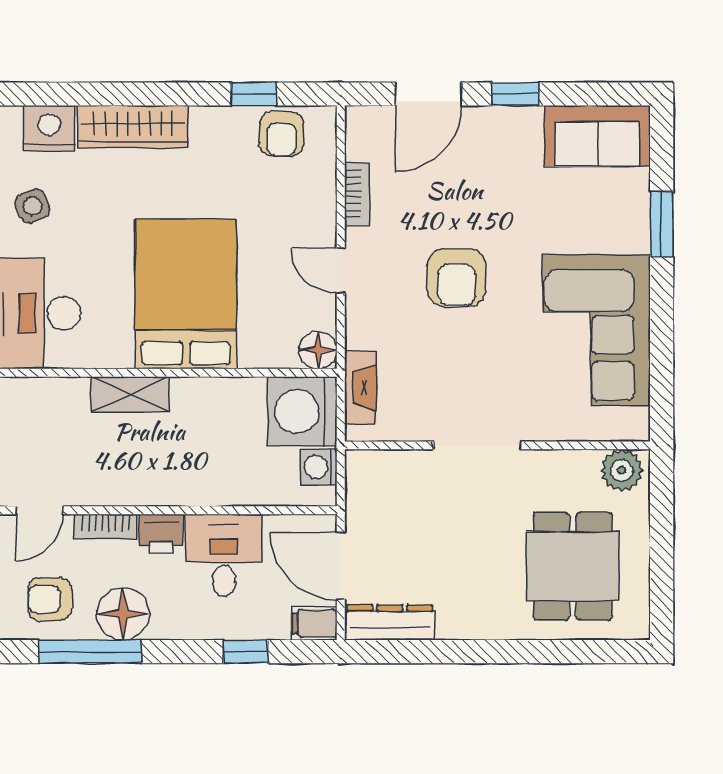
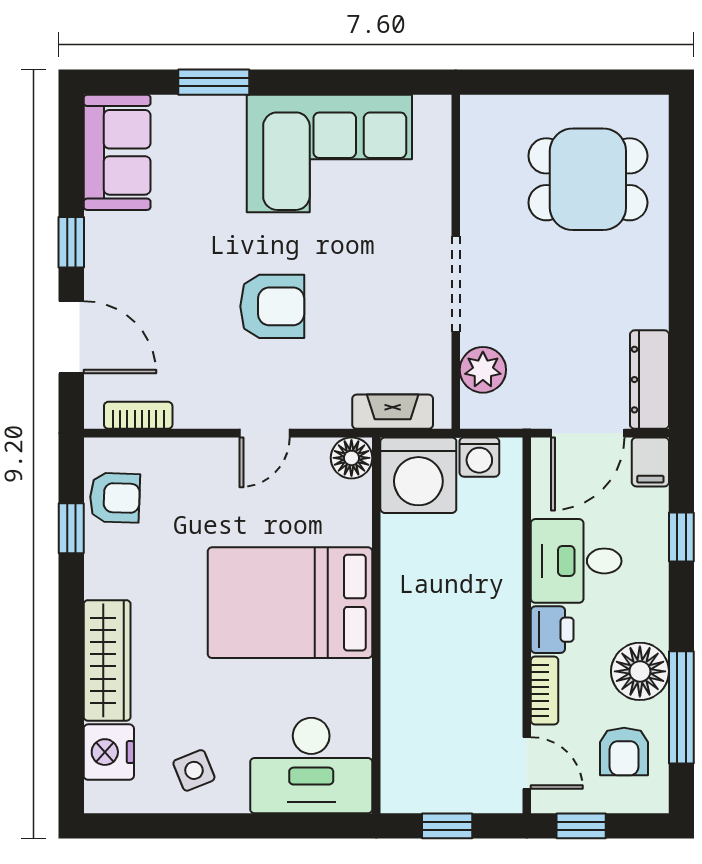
bookcase: (357, 194) -> (138, 415), moved
shelving: (130, 394) -> (400, 664), removed
plant: (622, 470) -> (483, 370), moved

